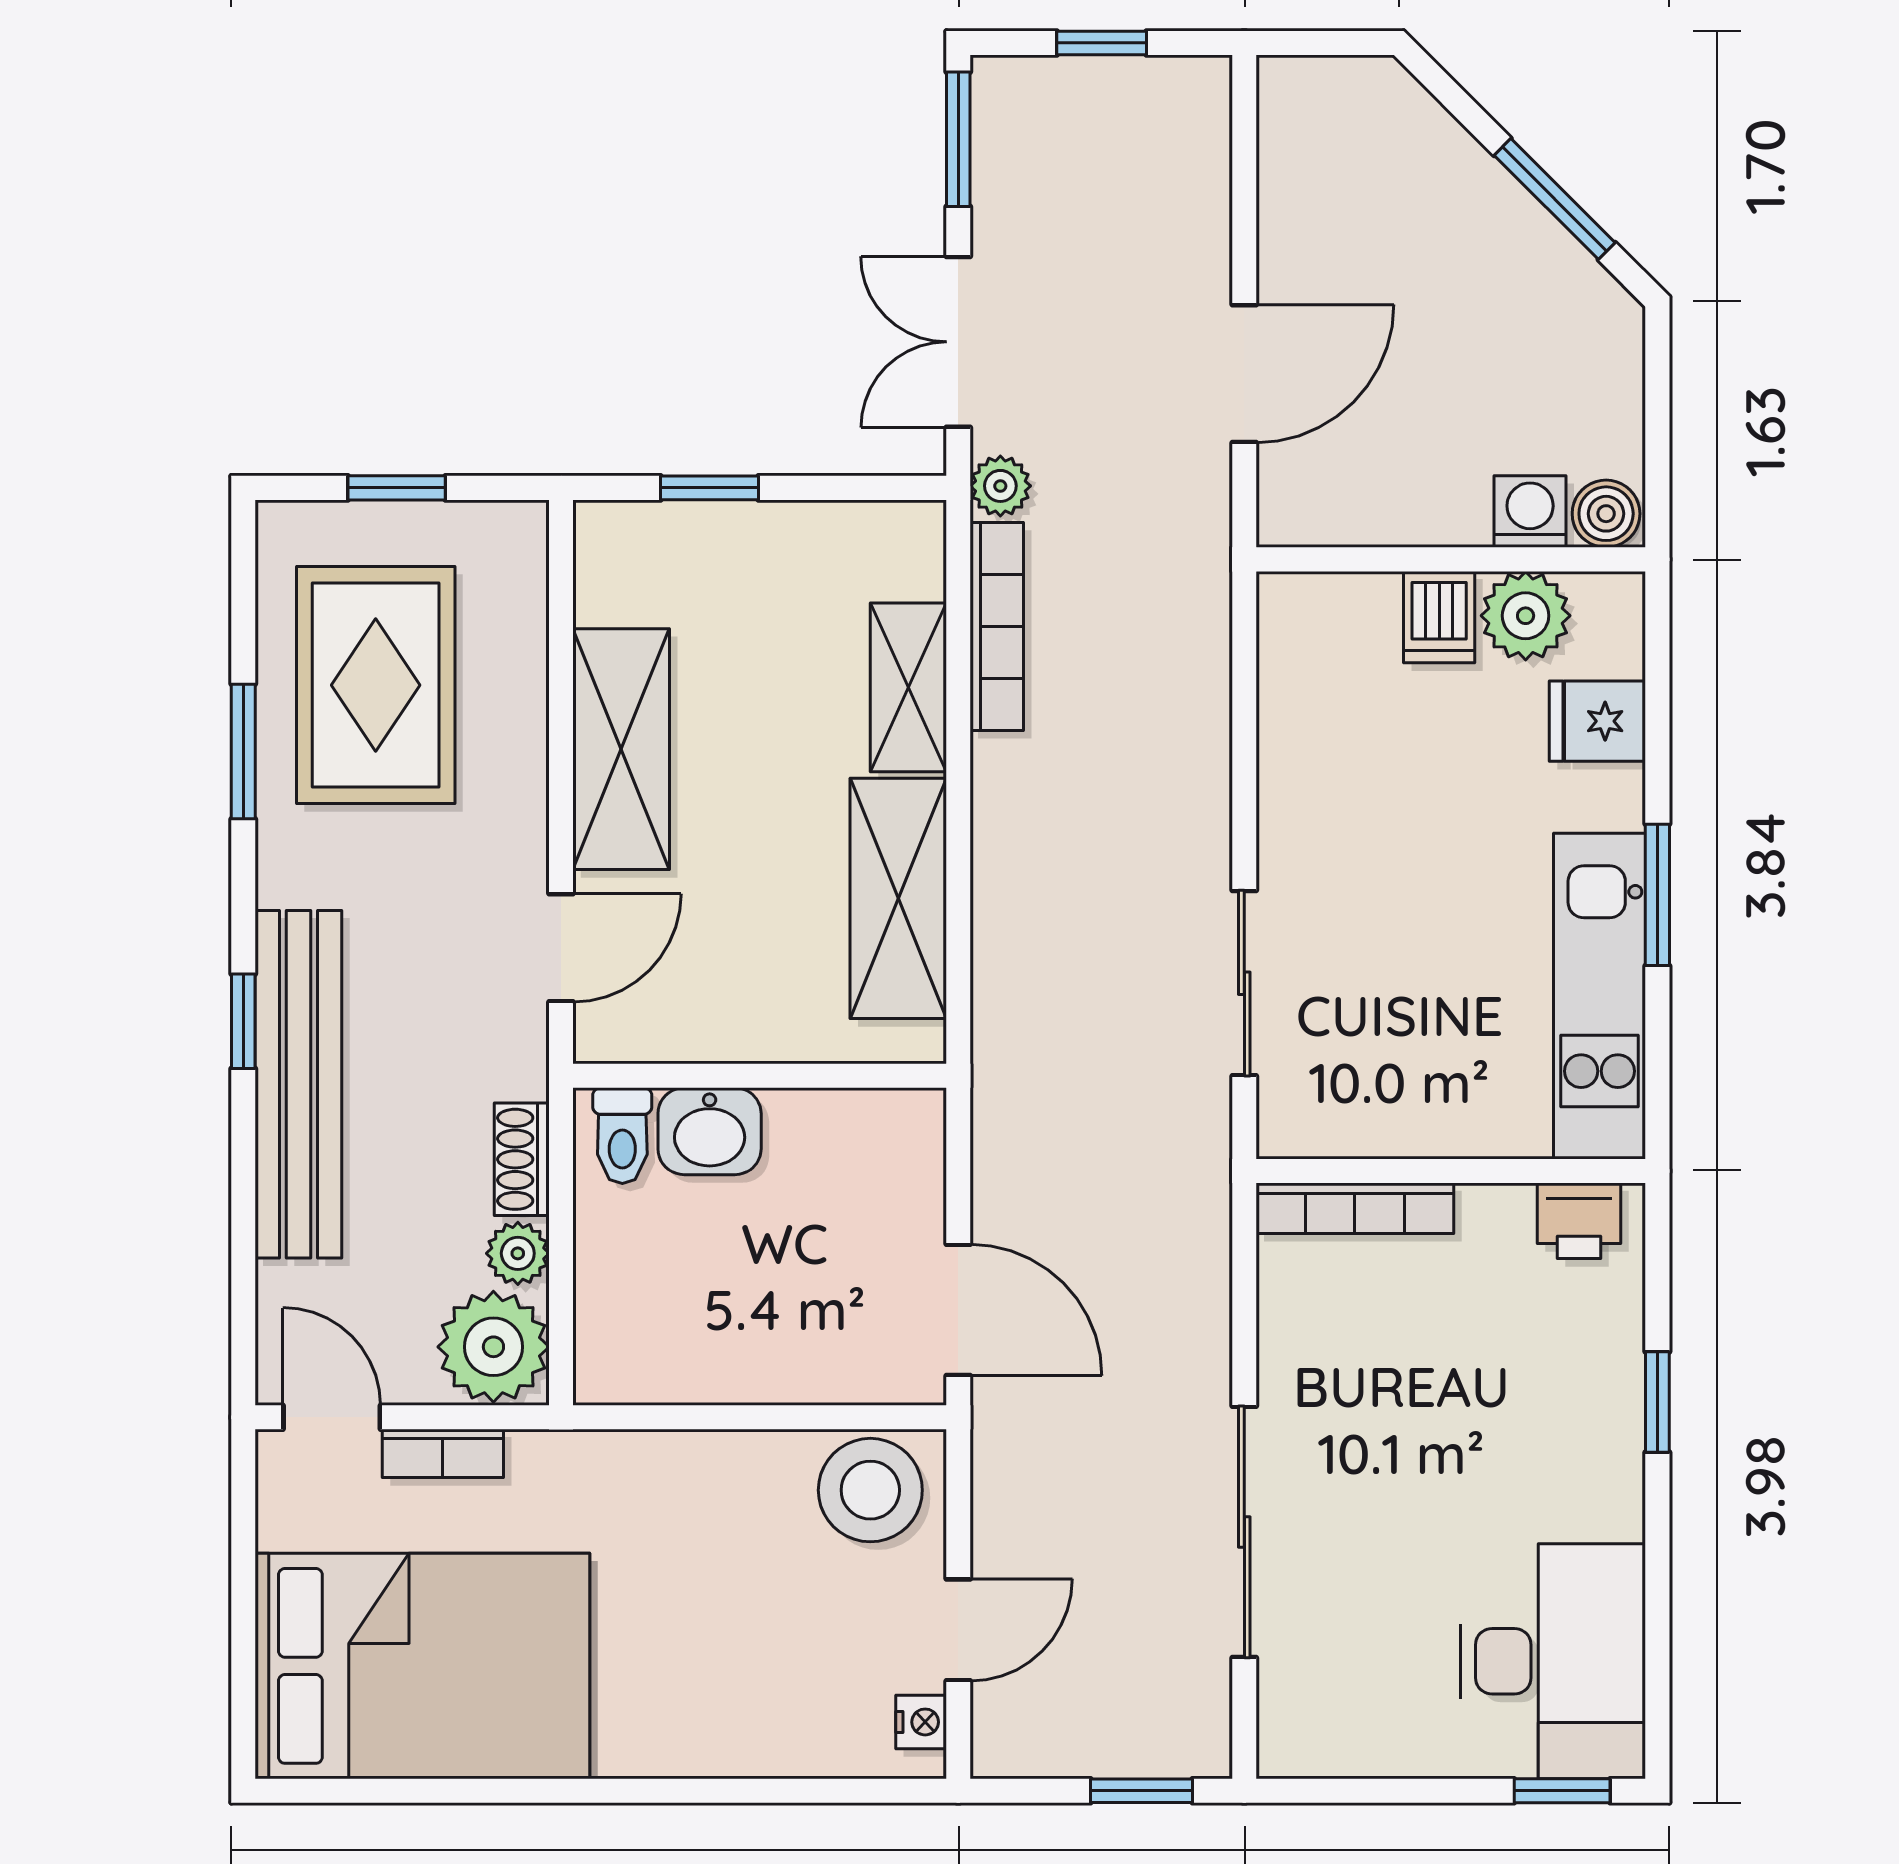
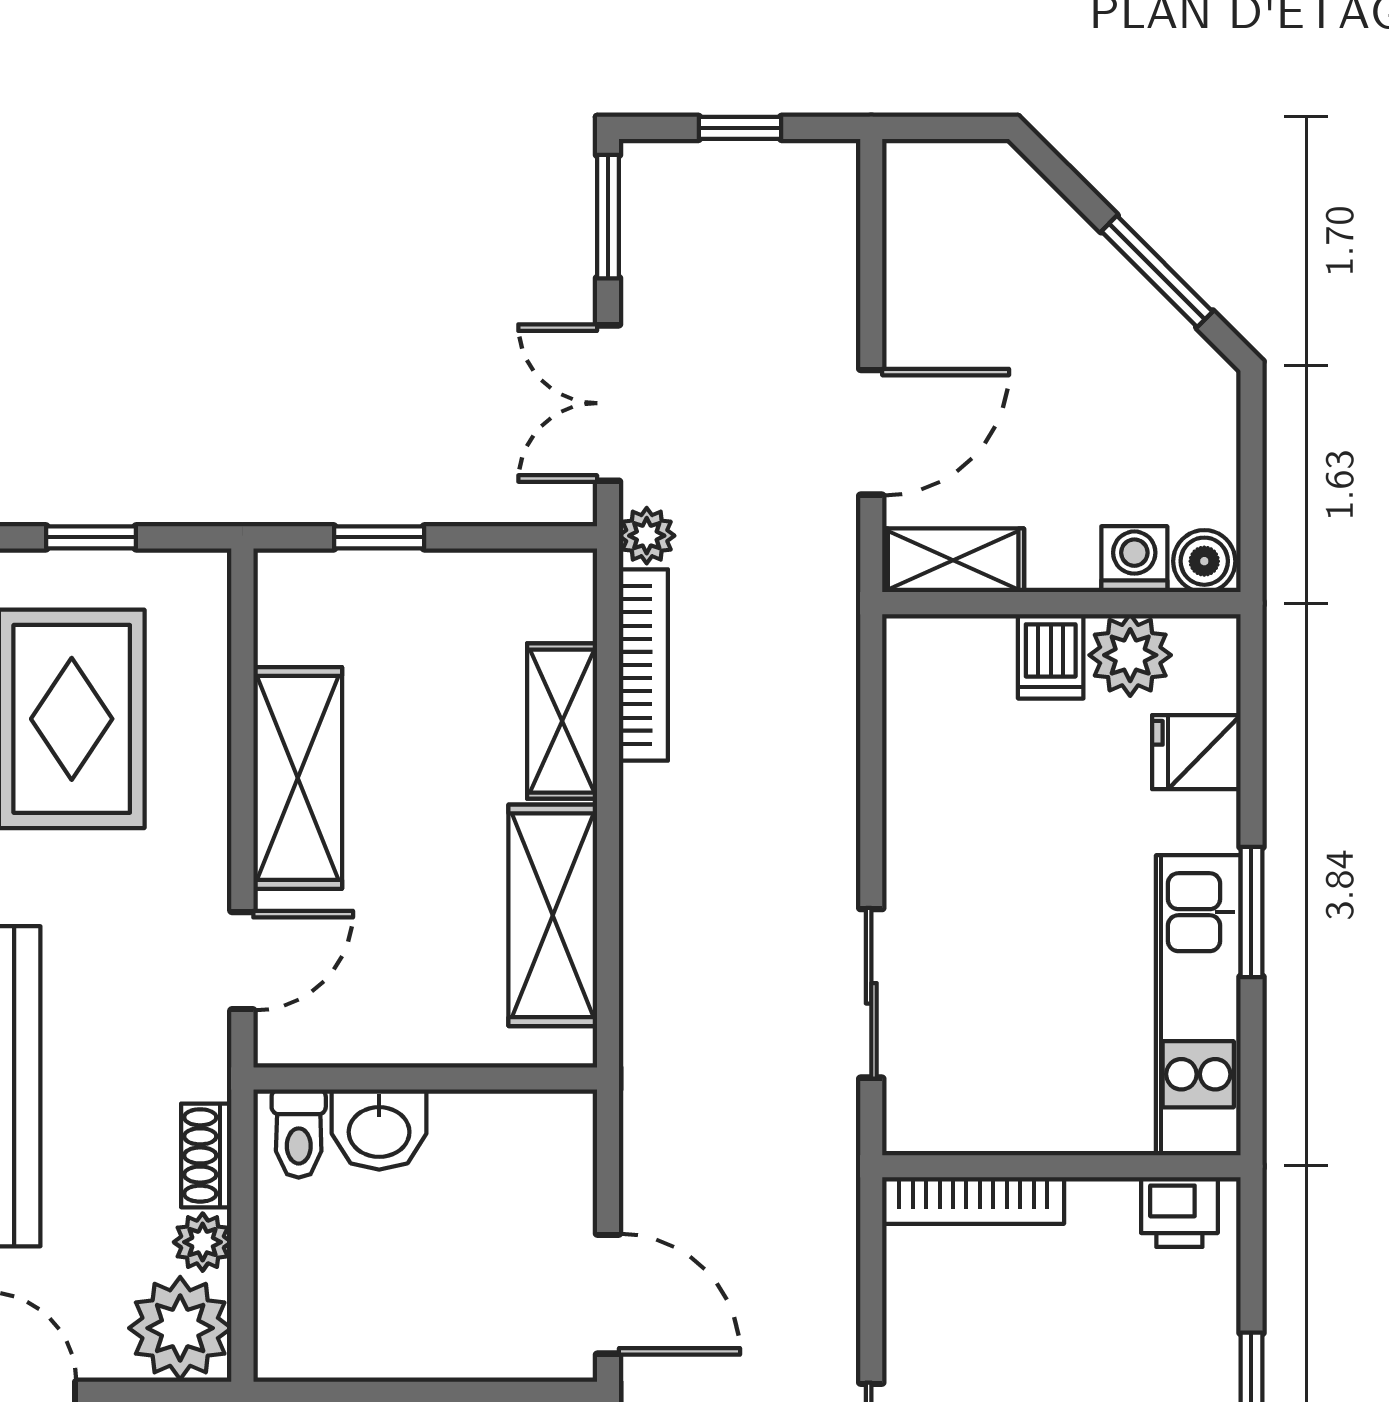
shelving: (1333, 513) -> (953, 560), added

